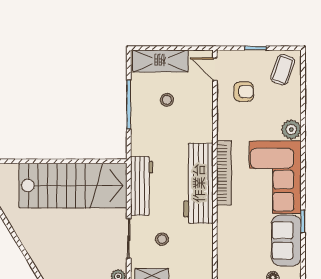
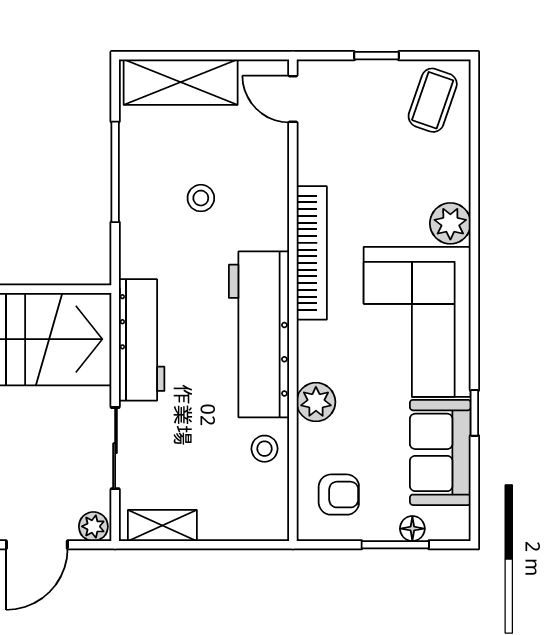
armchair: (244, 92) -> (339, 495), moved
stool: (167, 100) -> (201, 198), moved
bookcase: (224, 173) -> (312, 253), moved
plant: (226, 216) -> (316, 402), added
stool: (162, 239) -> (264, 449), moved

